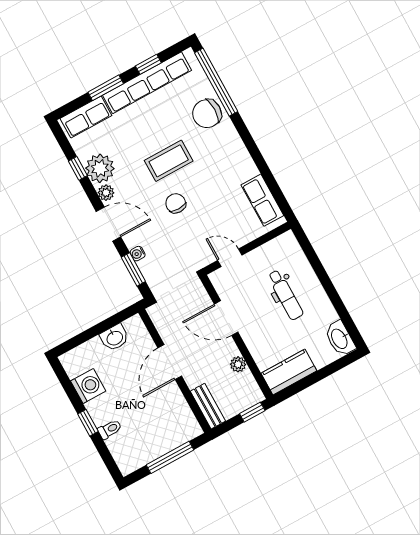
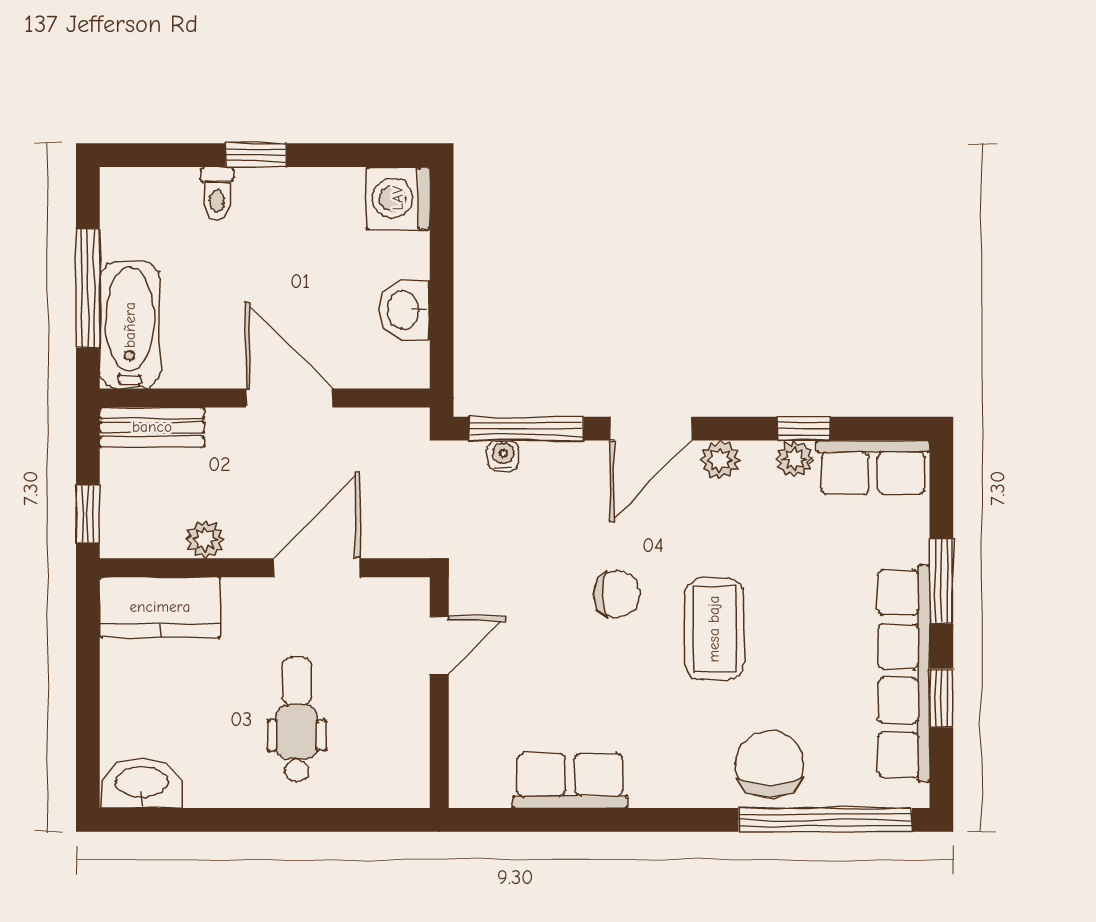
row of seats: (86, 117) -> (873, 467), moved, turned -90
plant: (100, 168) -> (794, 459), width x0.53, depth x0.53
row of seats: (262, 200) -> (570, 781), moved
water cooler: (138, 254) -> (503, 456), moved
window: (133, 269) -> (526, 429), width x1.44
dental chair: (285, 295) -> (296, 720), turned 90
kitchen counter: (289, 372) -> (160, 607), moved, turned 90
washing machine: (88, 386) -> (398, 198), moved, turned 90
bathtub: (175, 435) -> (130, 325), added

